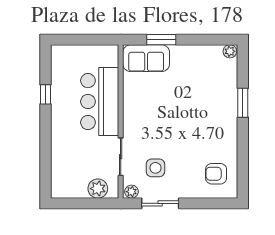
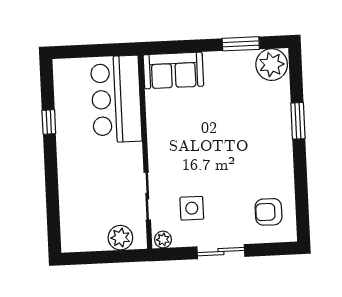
window: (161, 40) -> (241, 44), moved
plant: (230, 51) -> (272, 65), width x1.88, depth x1.88
bar counter: (100, 102) -> (116, 99), moved
sliding door: (160, 203) -> (221, 252), moved

